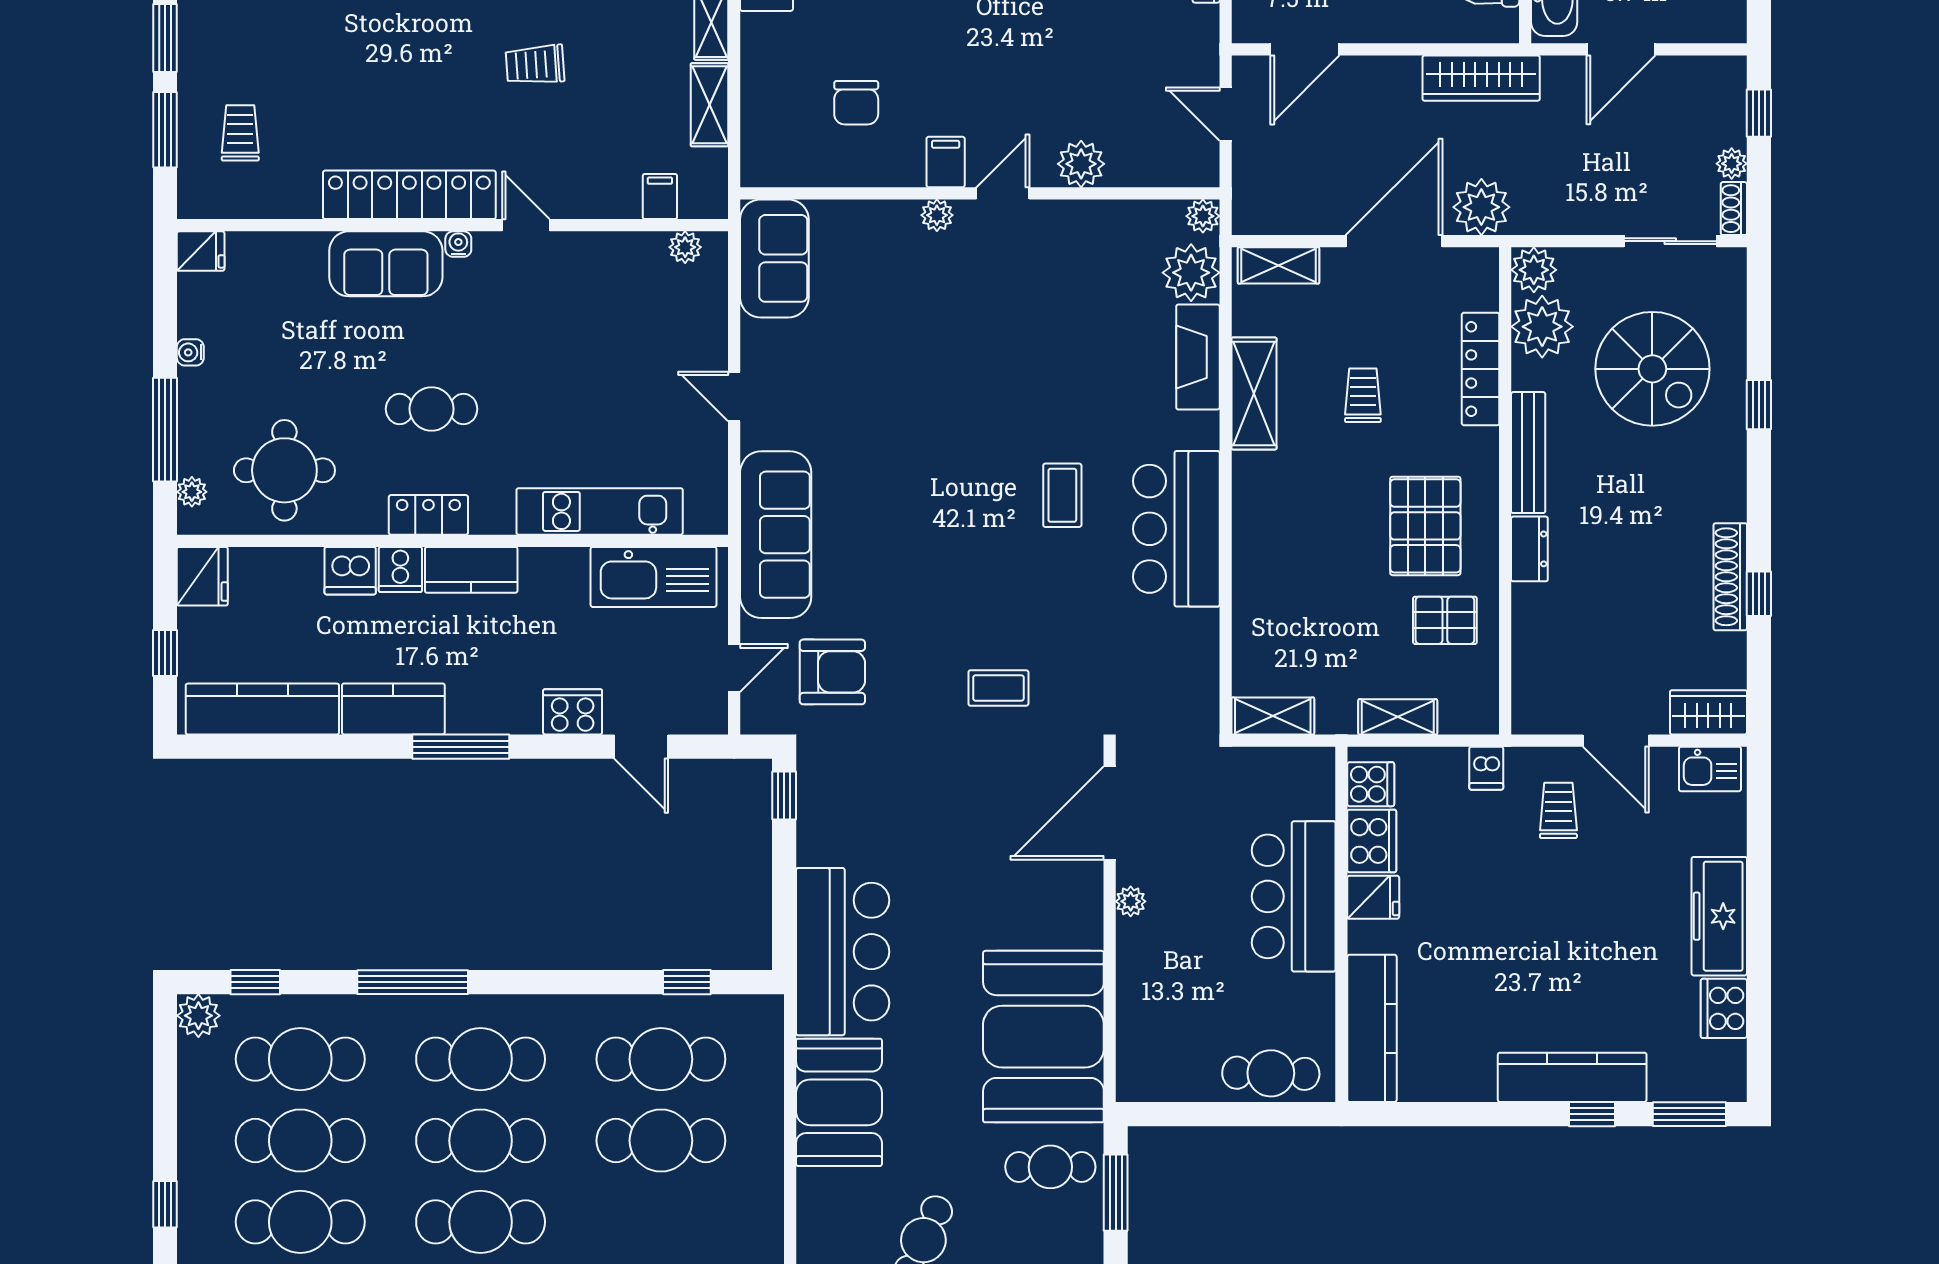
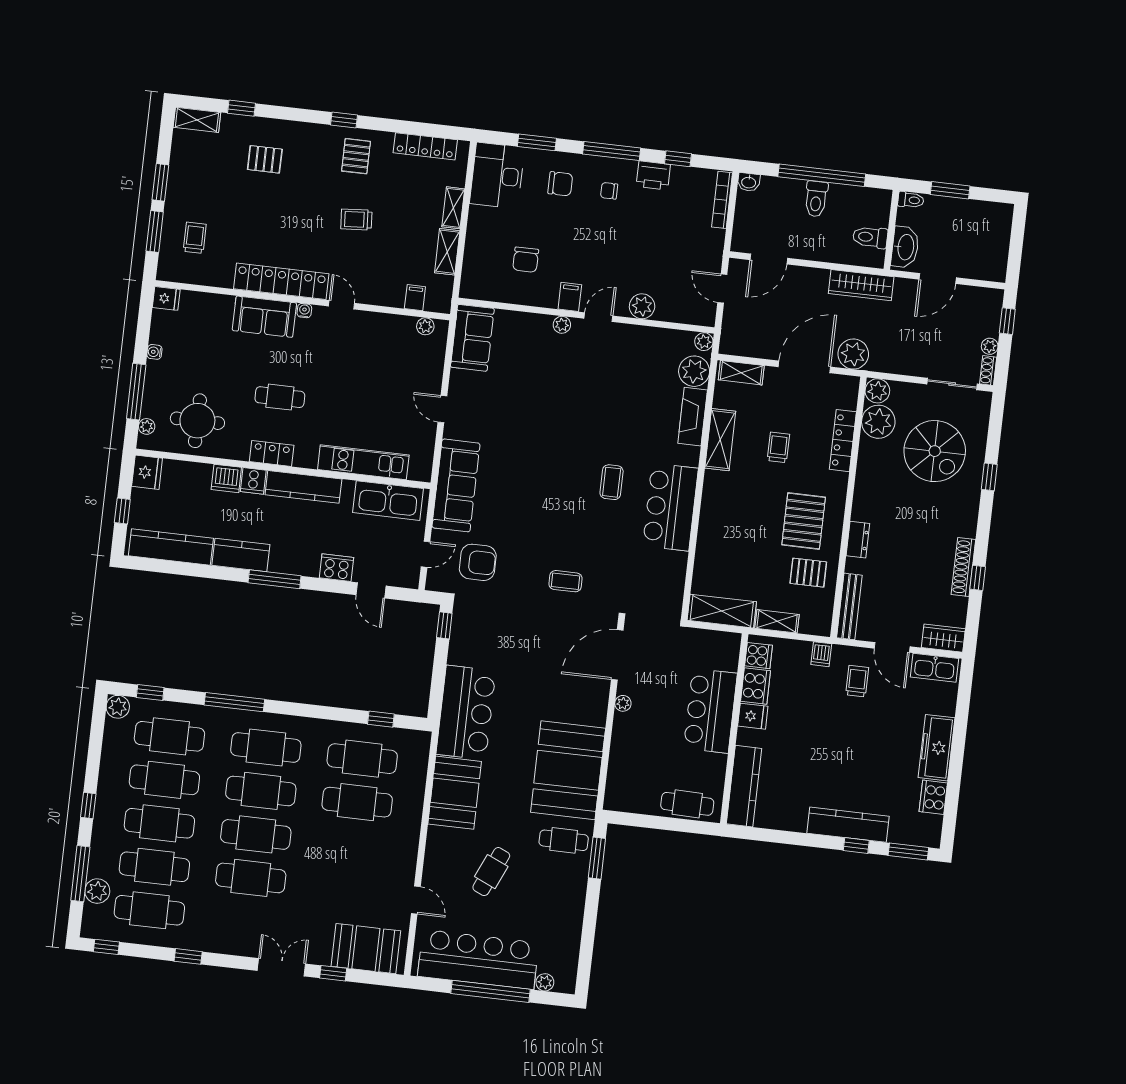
bench: (1528, 453) -> (849, 606), moved
kitchen counter: (471, 570) -> (303, 487), width x1.50
shelving: (1273, 716) -> (722, 611), width x1.50, depth x1.33
kitchen sink: (1710, 769) -> (934, 668), width x1.38

